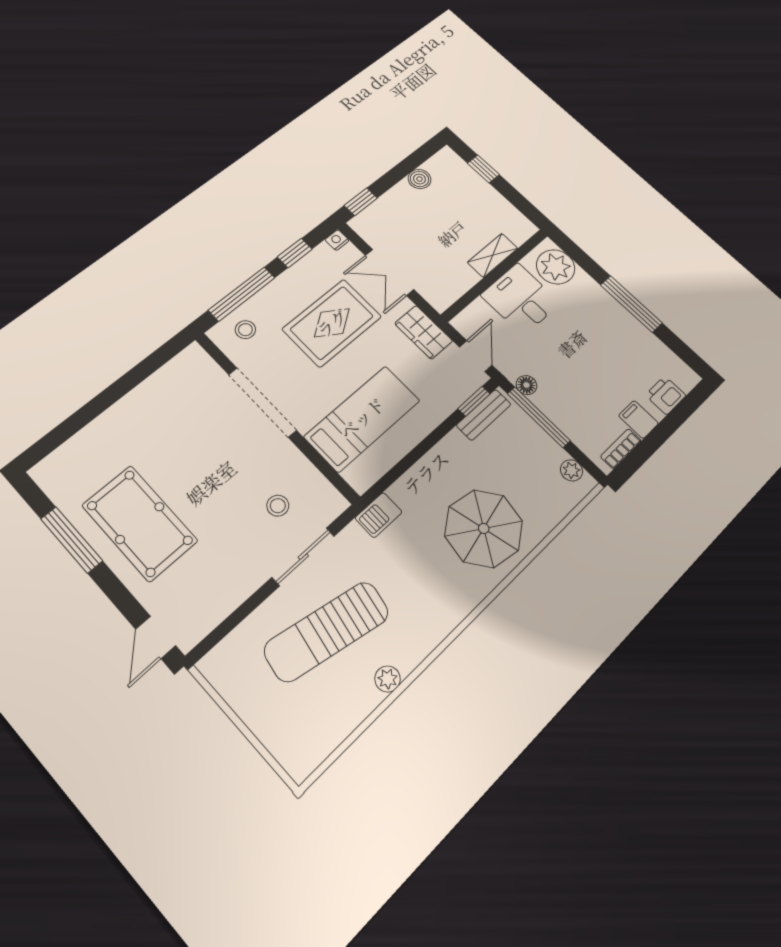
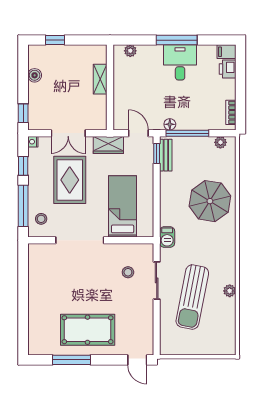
plant: (556, 267) -> (130, 51), width x0.53, depth x0.53
desk: (521, 299) -> (180, 62), moved, turned 90
filing cabinet: (638, 419) -> (226, 52), moved

